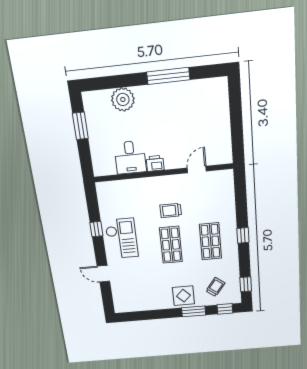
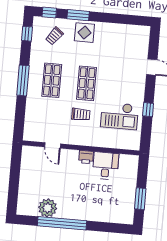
window: (168, 76) -> (62, 223), width x1.46
plant: (123, 99) -> (48, 208), moved
door: (197, 170) -> (53, 145), hinge flipped
window: (243, 235) -> (23, 80), width x2.17
checkout: (122, 239) -> (119, 116), moved, turned -90

